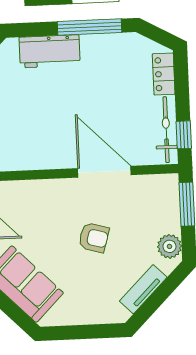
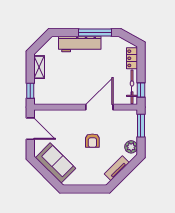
workbench: (50, 51) -> (80, 44), width x1.38
door: (104, 172) -> (99, 107), hinge flipped
armchair: (94, 238) -> (92, 141), turned 74

